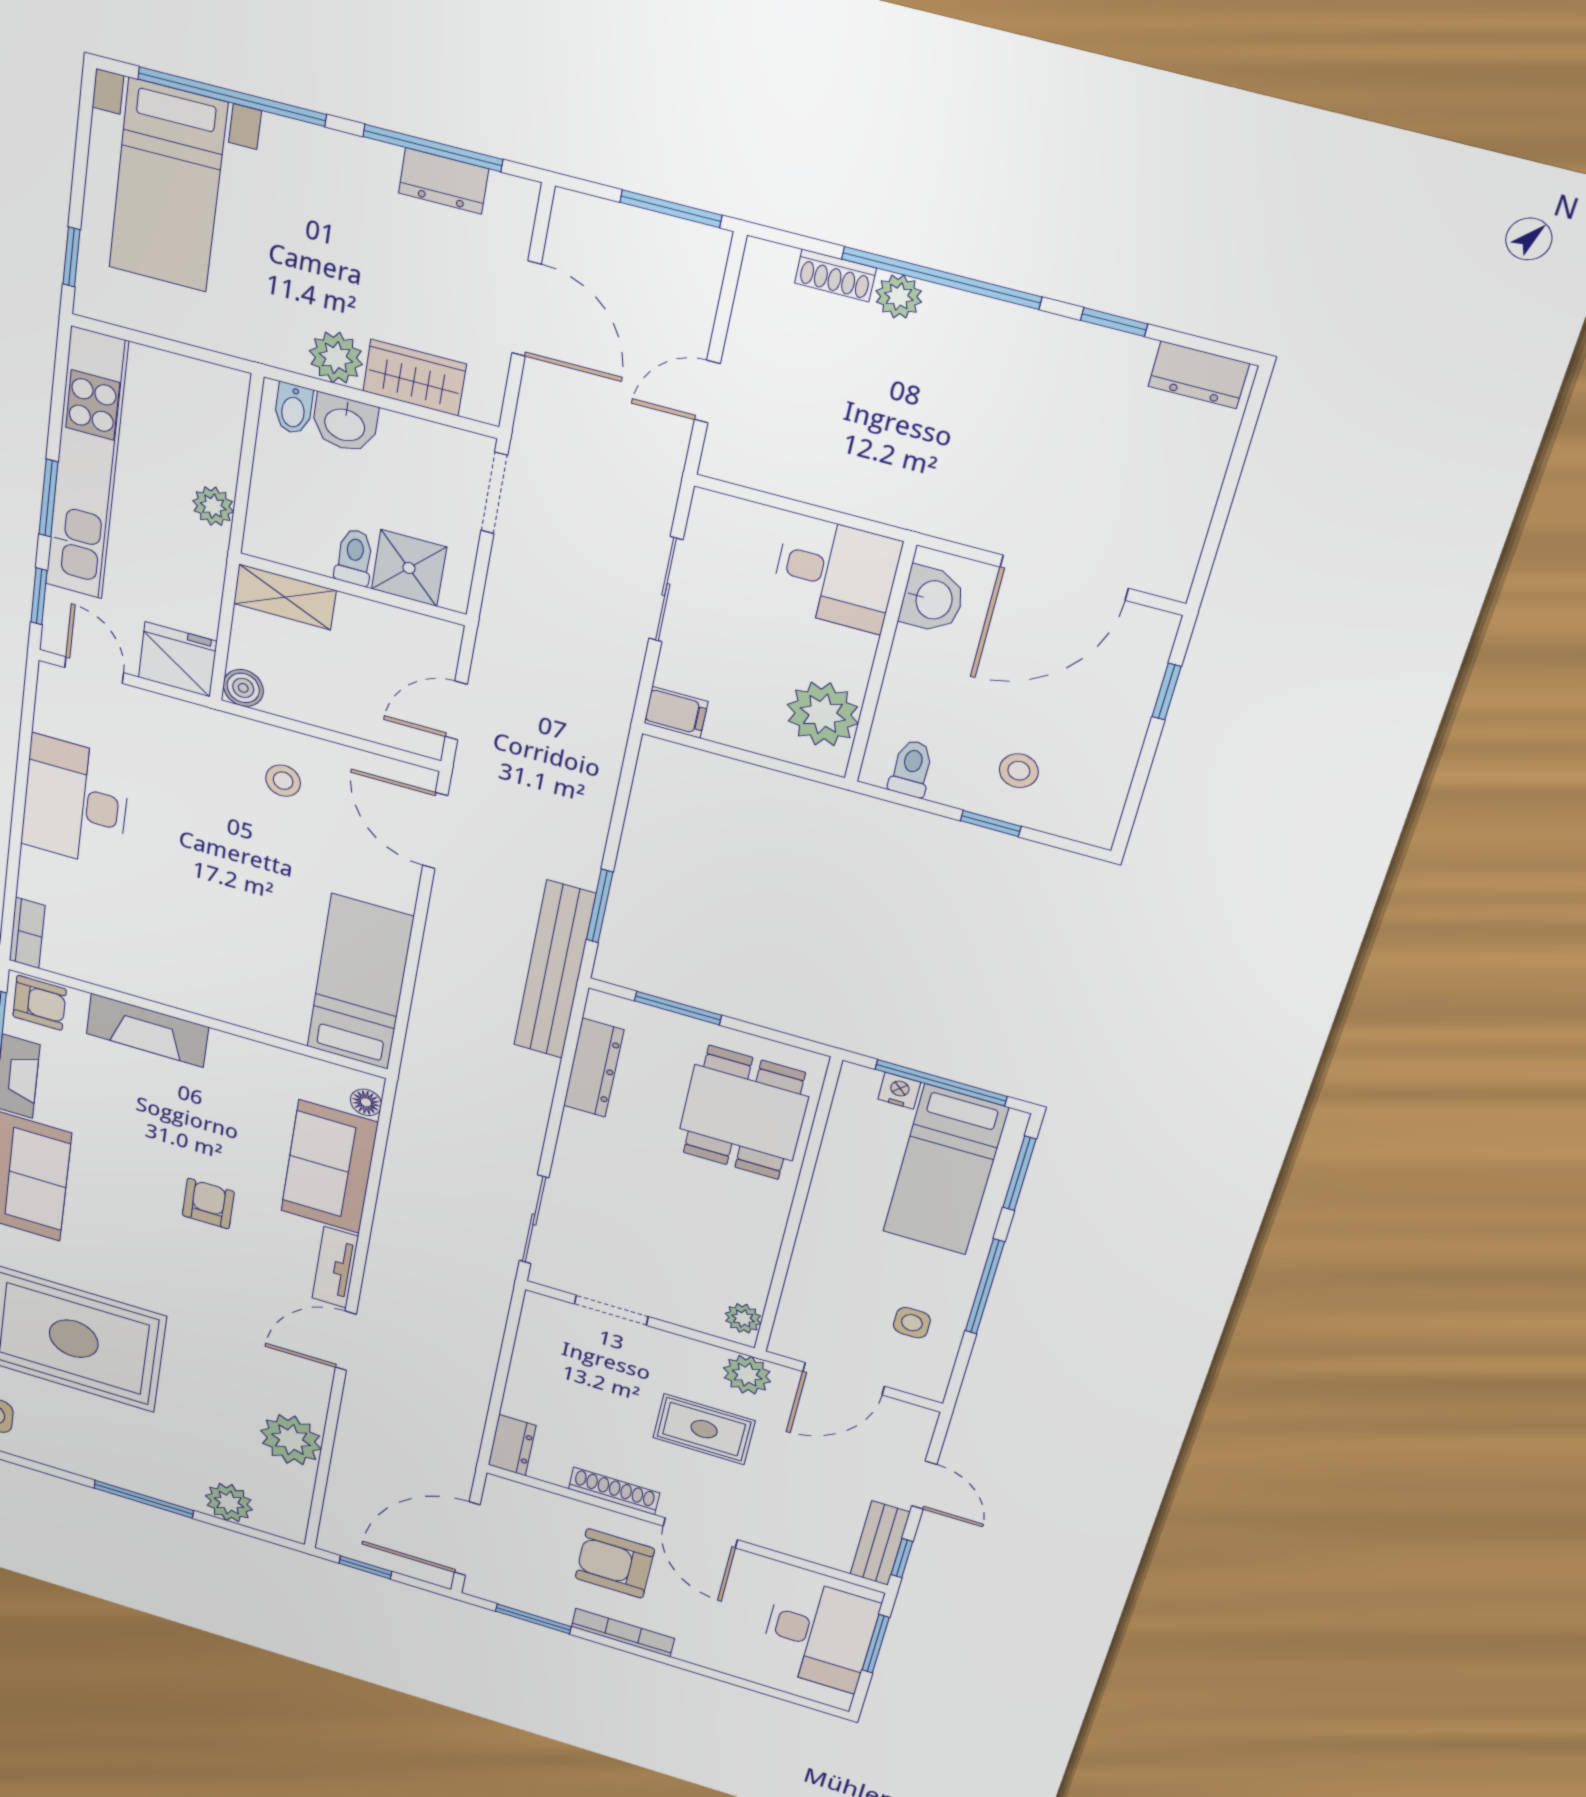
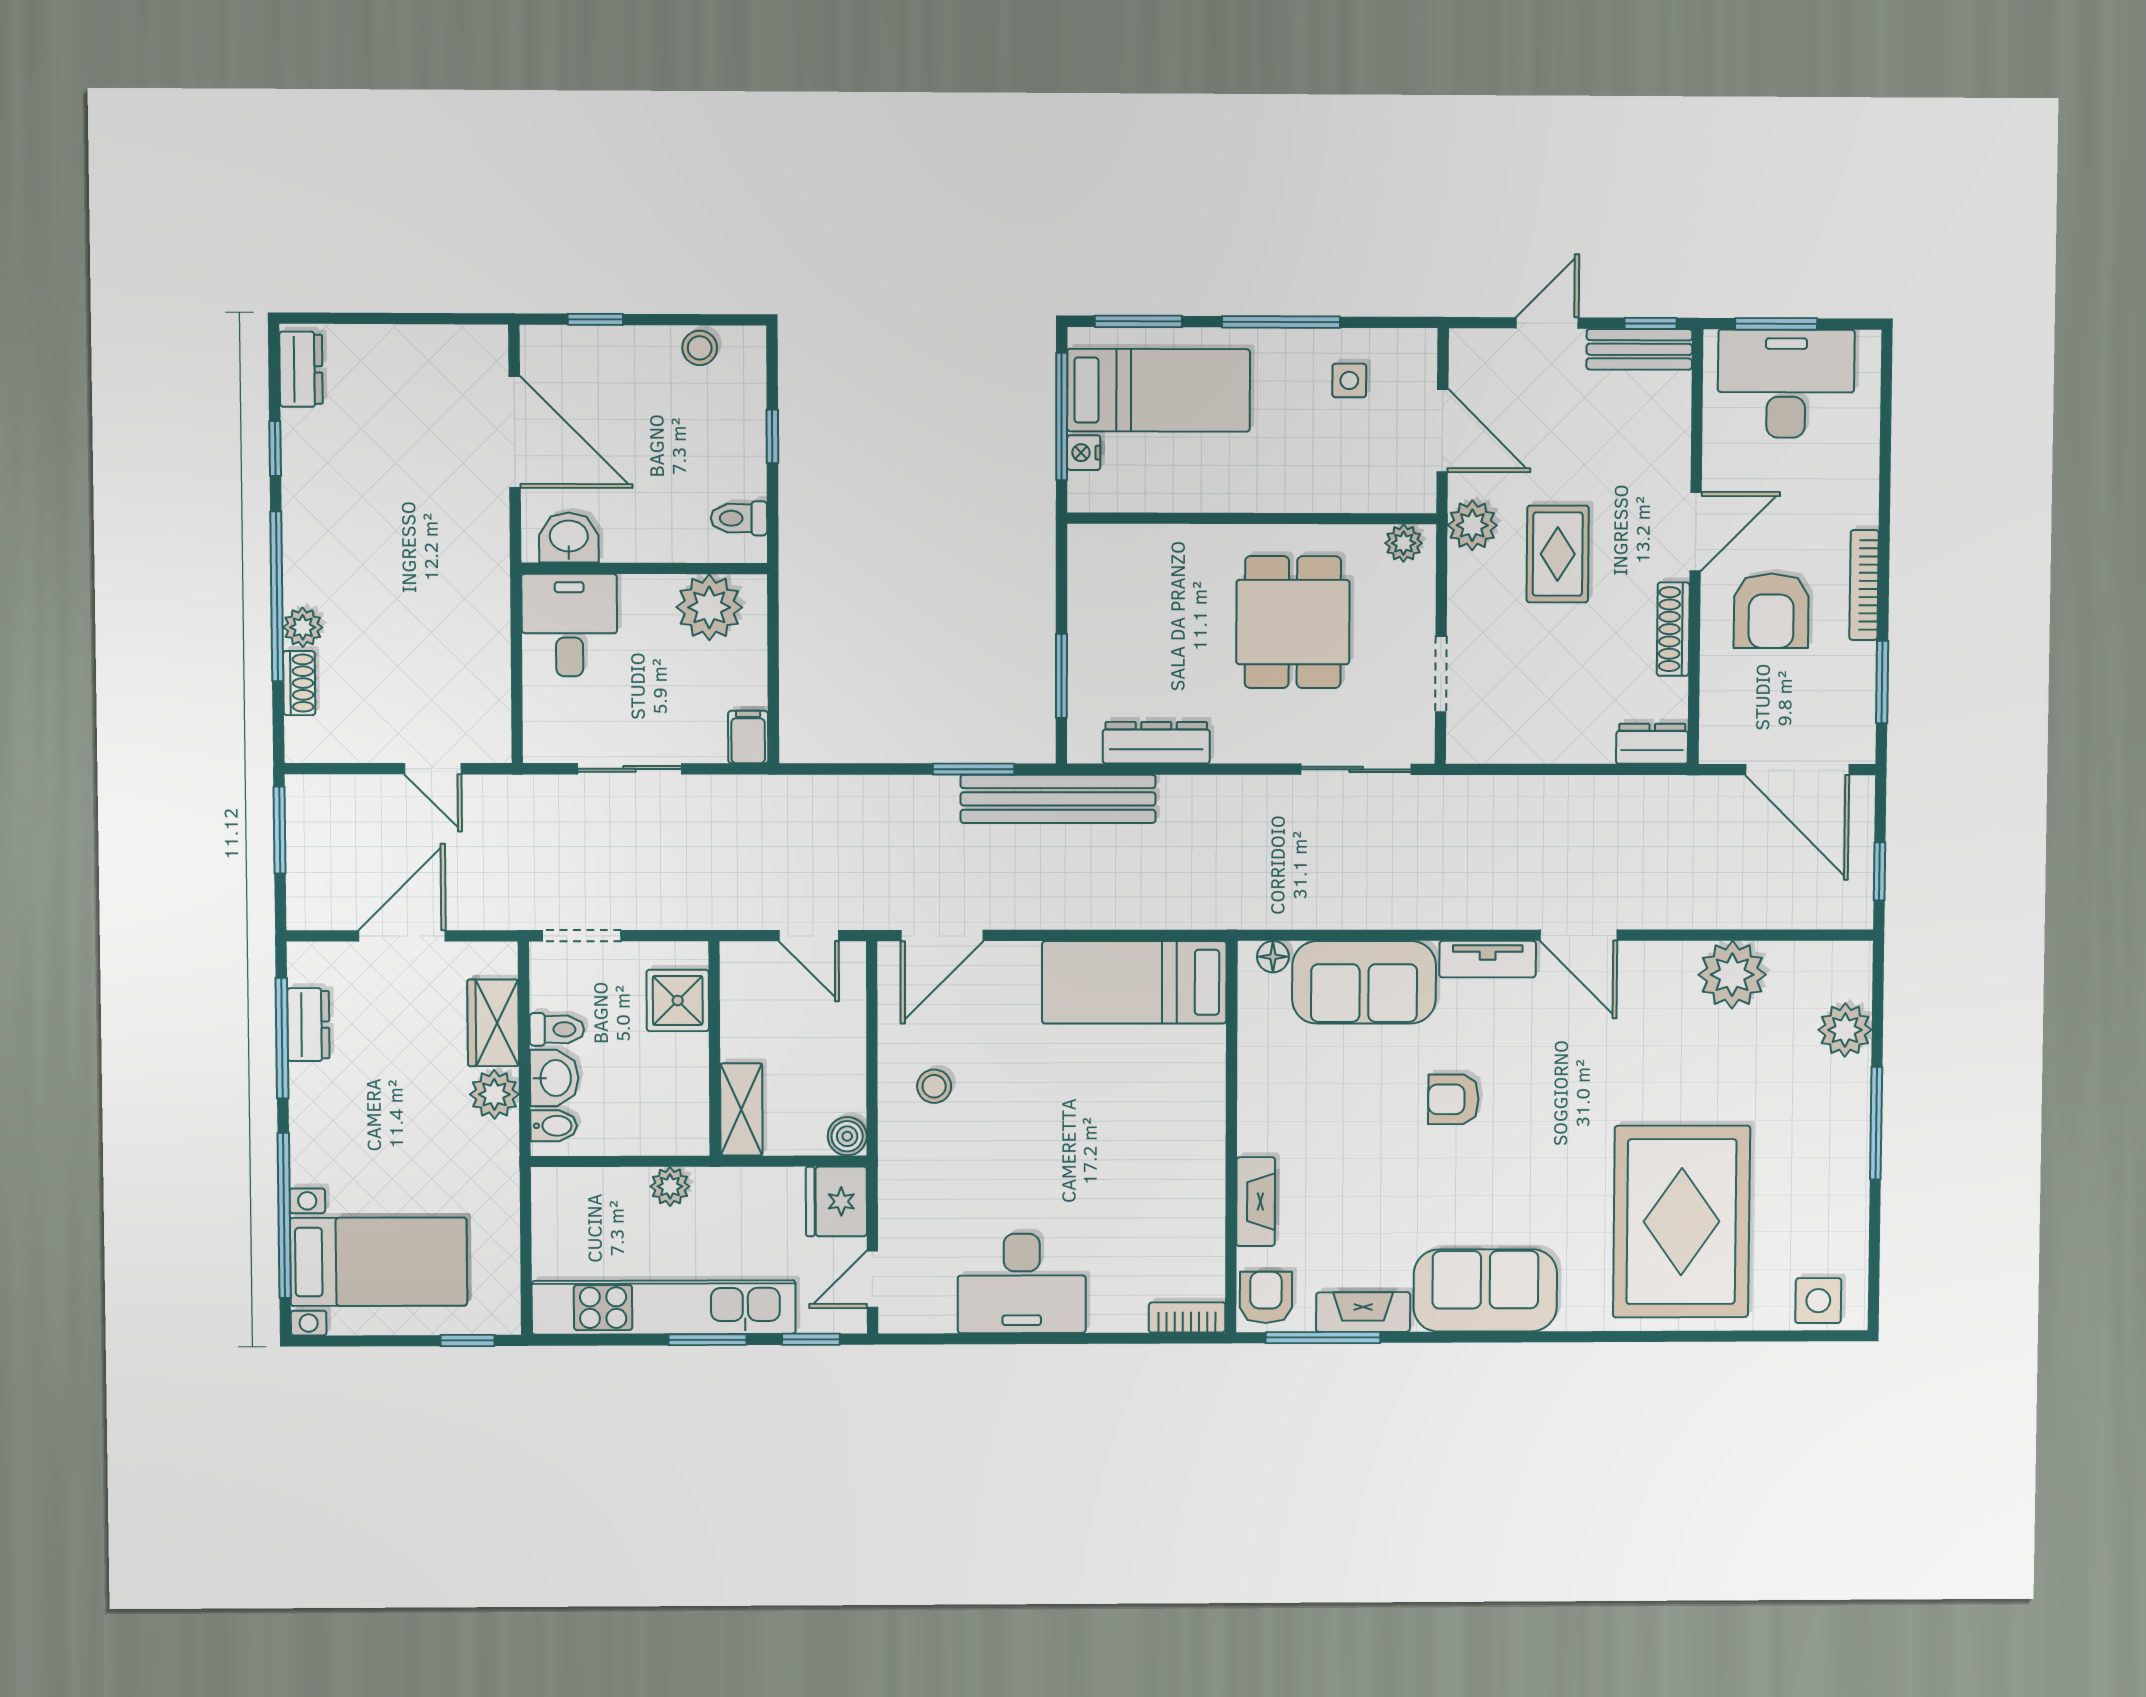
toilet: (354, 557) -> (557, 1029), moved, turned 180
stool: (1019, 771) -> (700, 348), moved
fireplace: (147, 1030) -> (1256, 1202), width x0.73, depth x0.76
dining table: (744, 1113) -> (1293, 622), moved, turned 90

